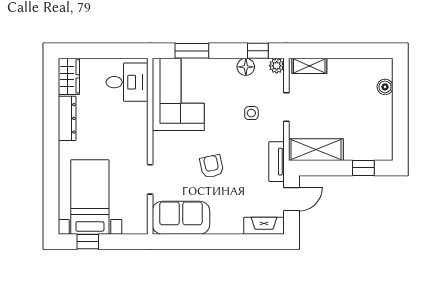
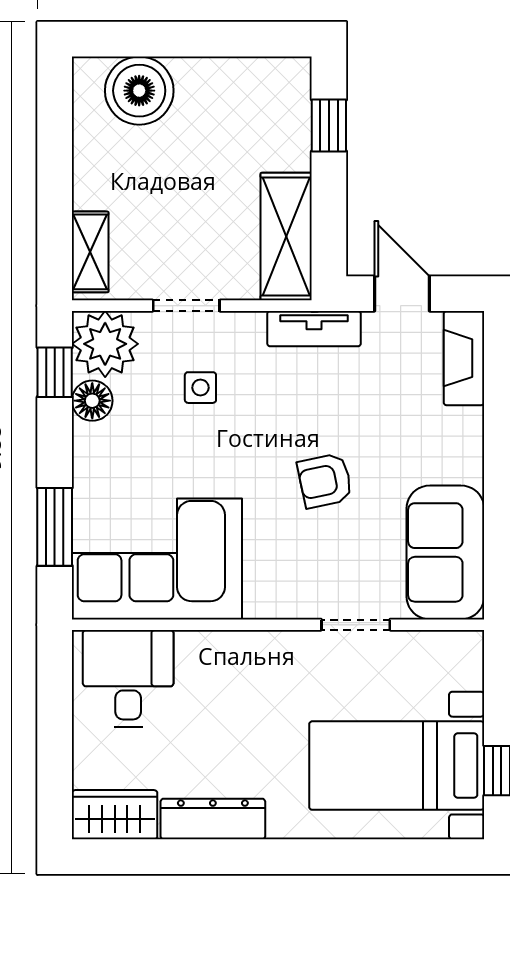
plant: (277, 66) -> (105, 344), width x1.88, depth x1.88
boiler: (385, 87) -> (139, 91), width x1.86, depth x1.86

